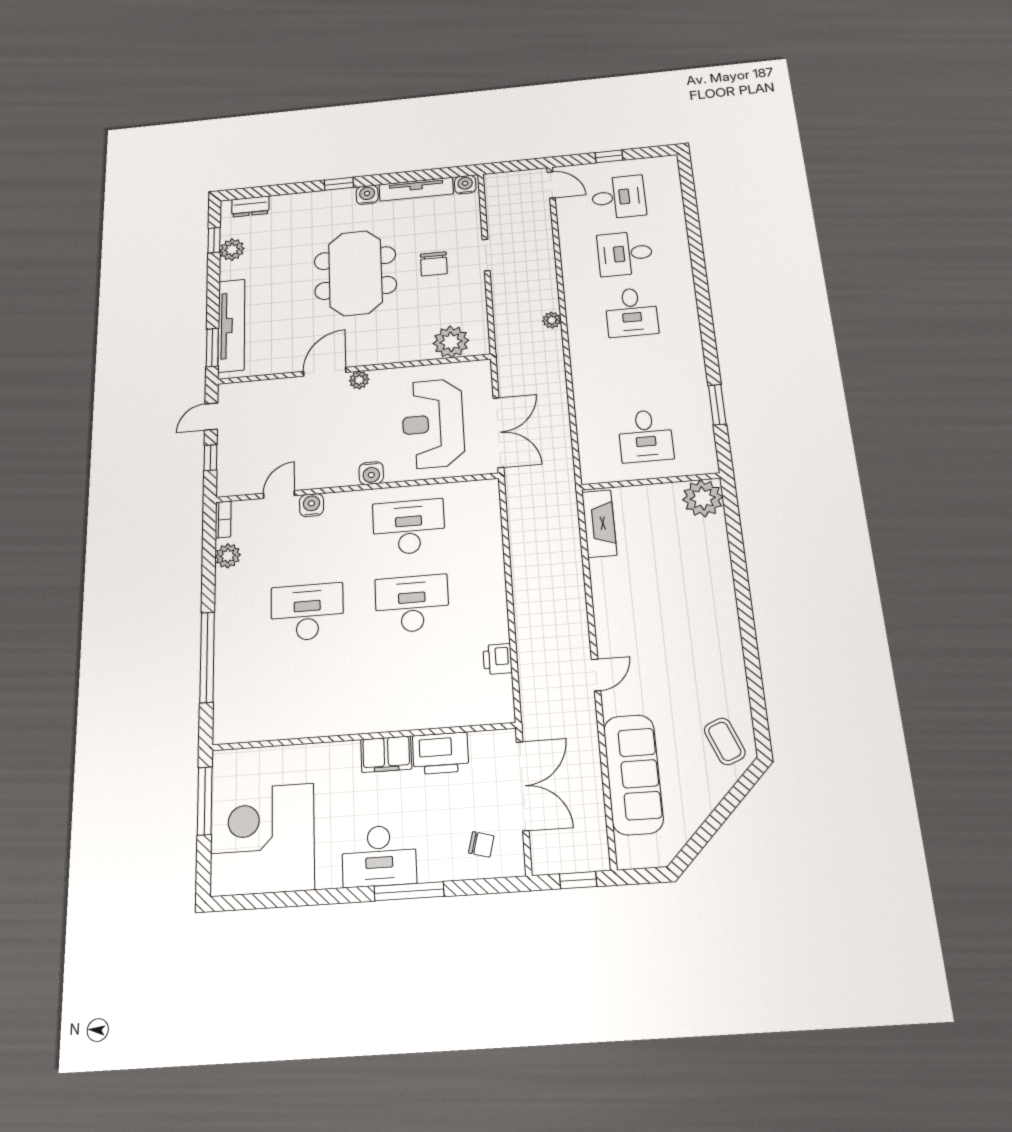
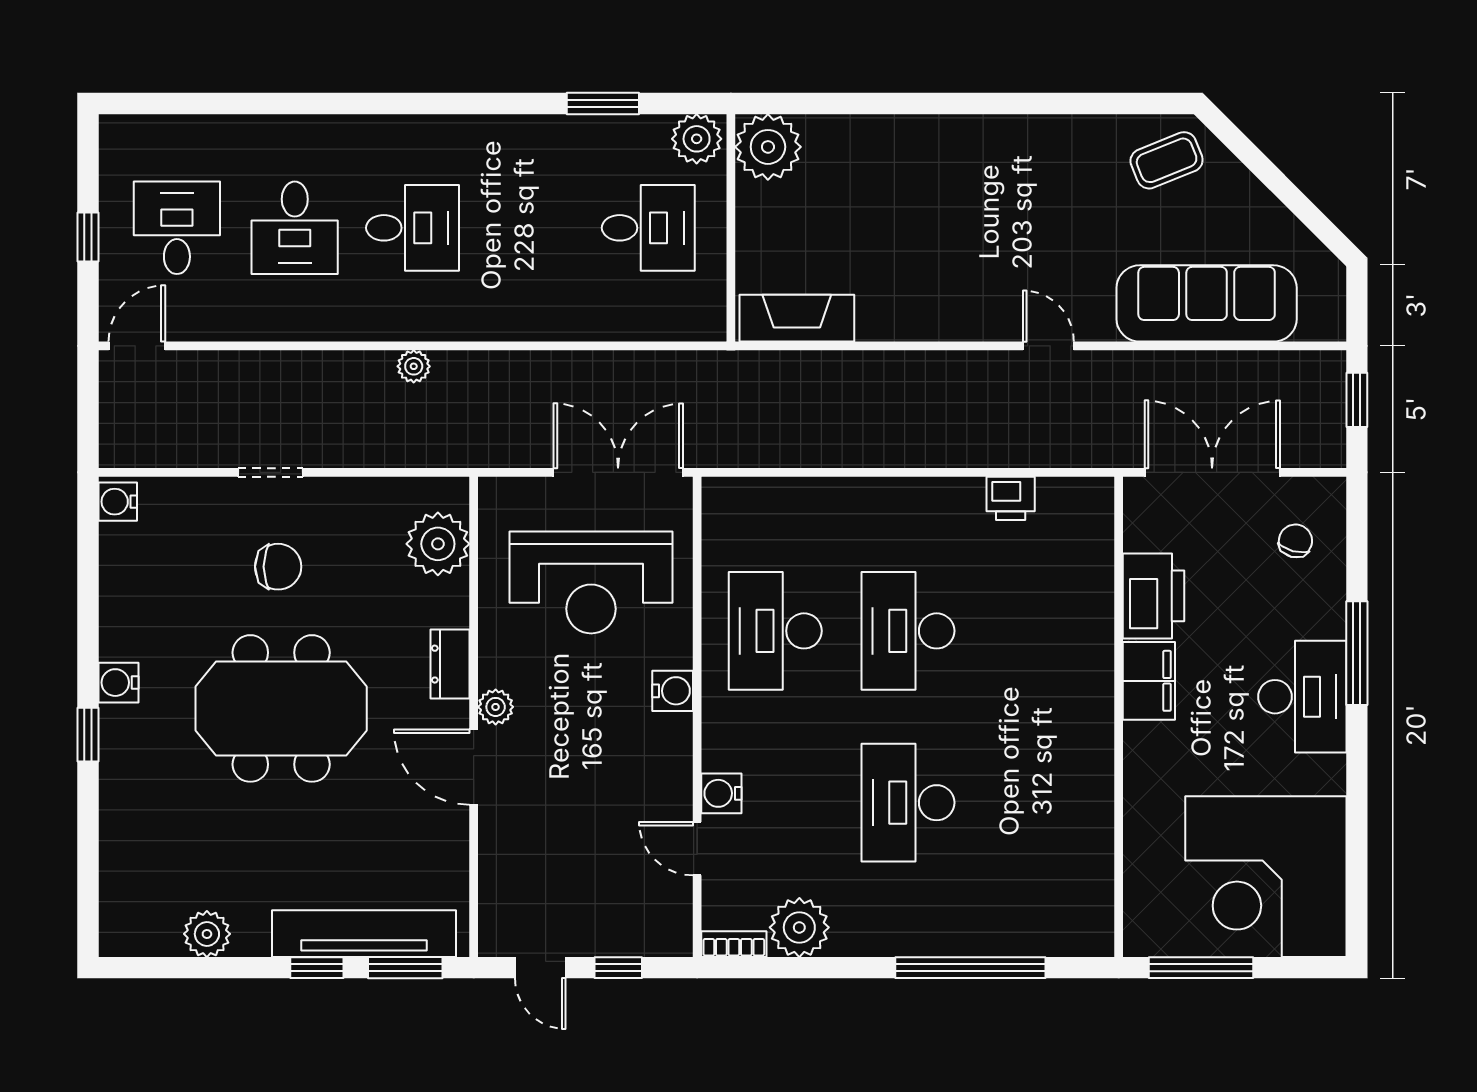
tv unit: (416, 189) -> (117, 592), removed
dresser: (250, 206) -> (450, 664), moved, turned 180
window: (214, 240) -> (317, 968), moved
plant: (703, 458) -> (697, 139), added
plant: (228, 556) -> (799, 927), width x1.36, depth x1.36

